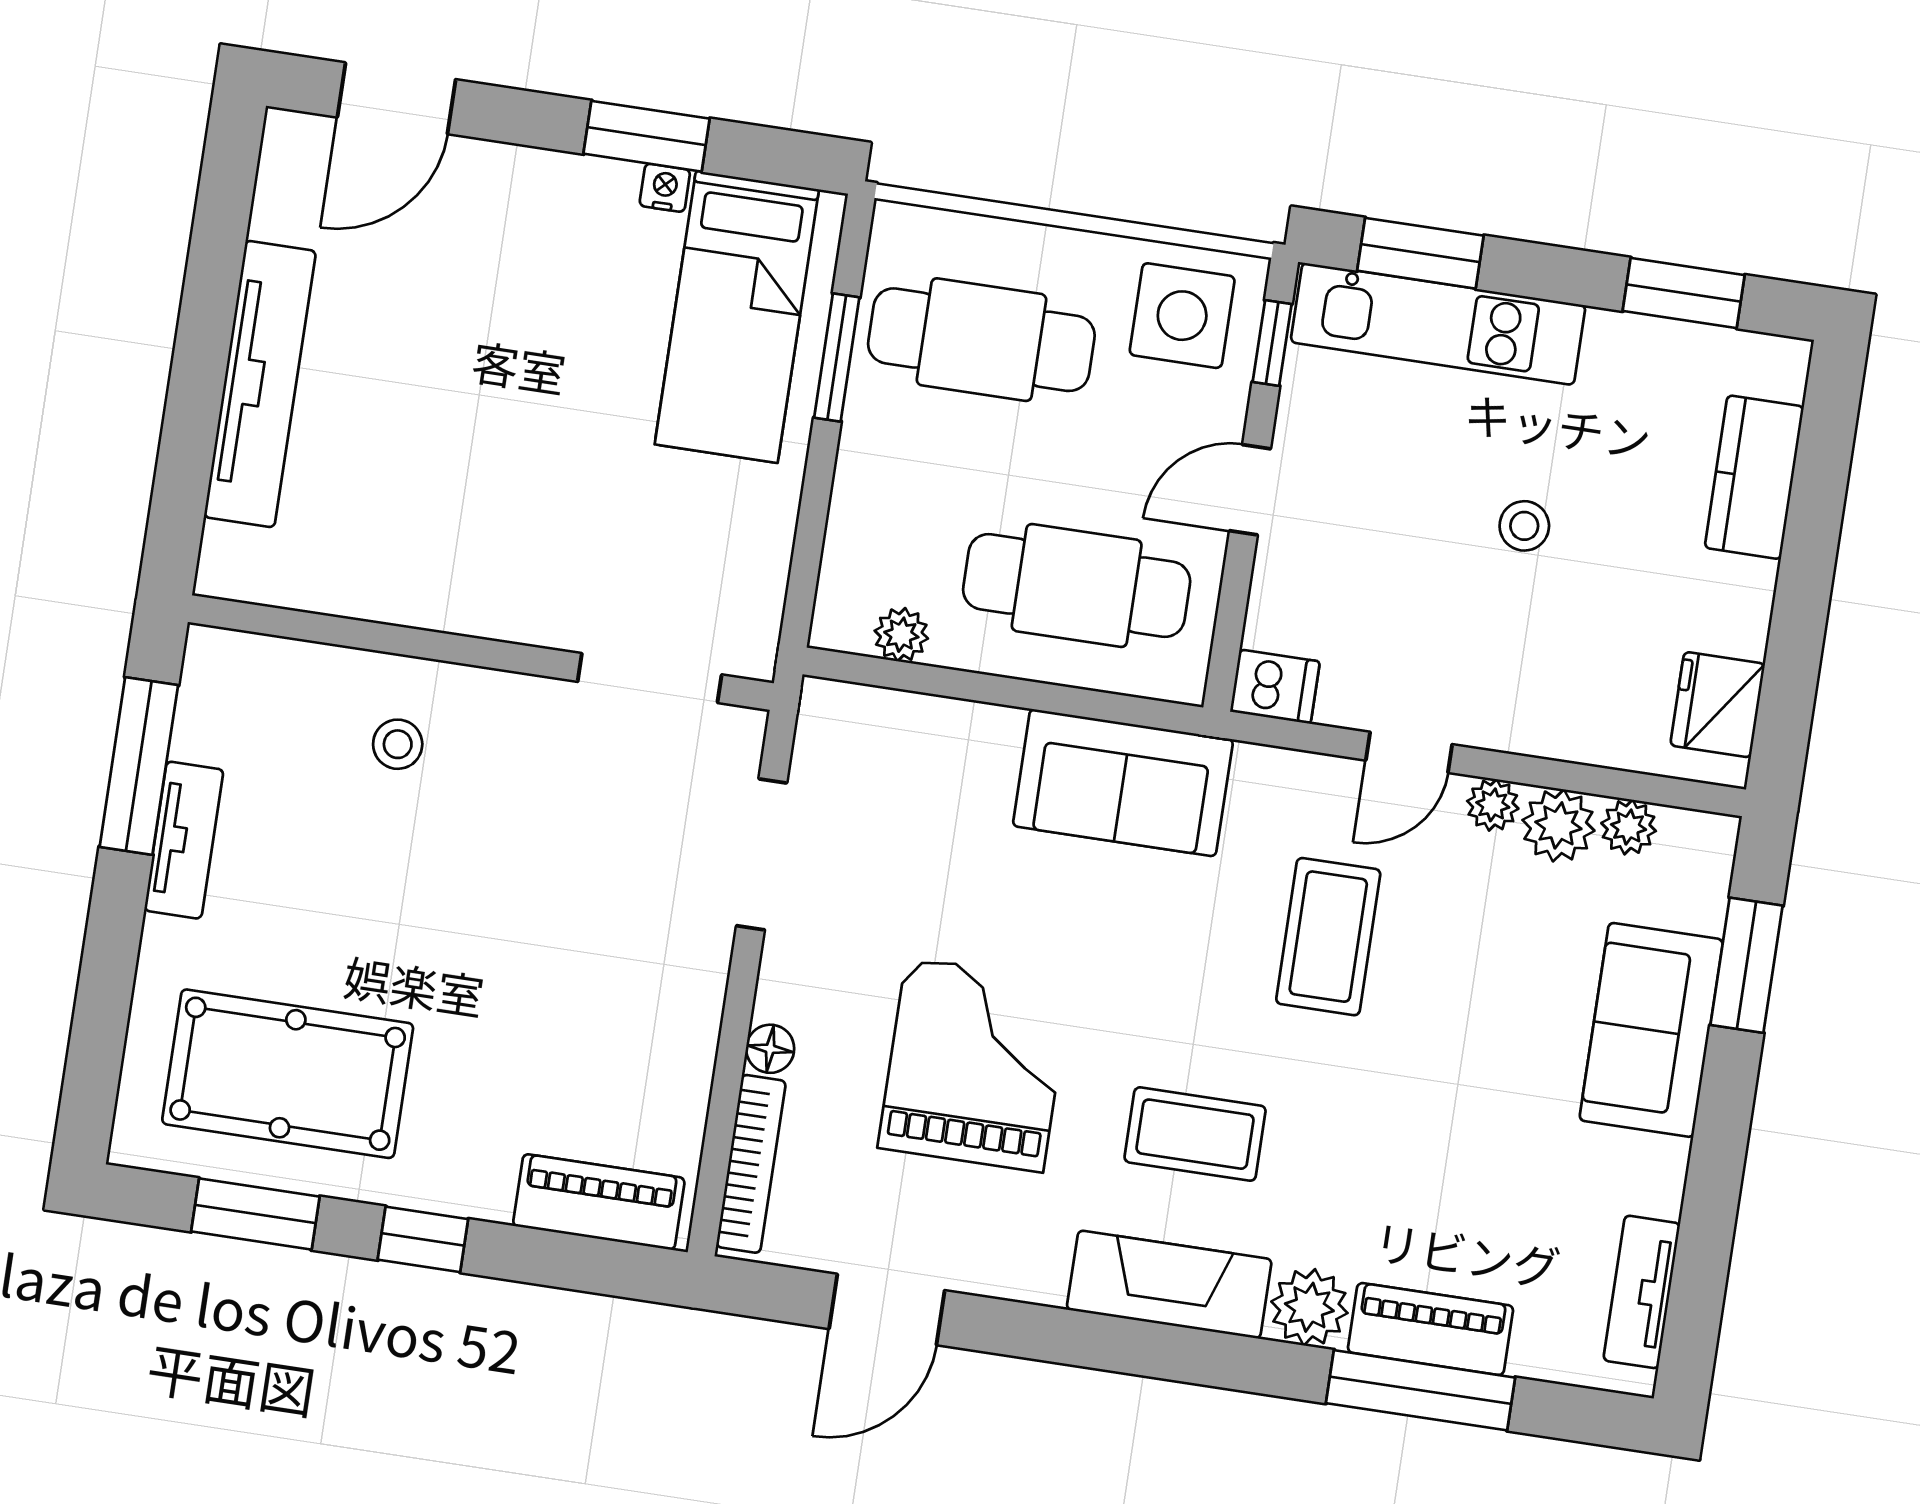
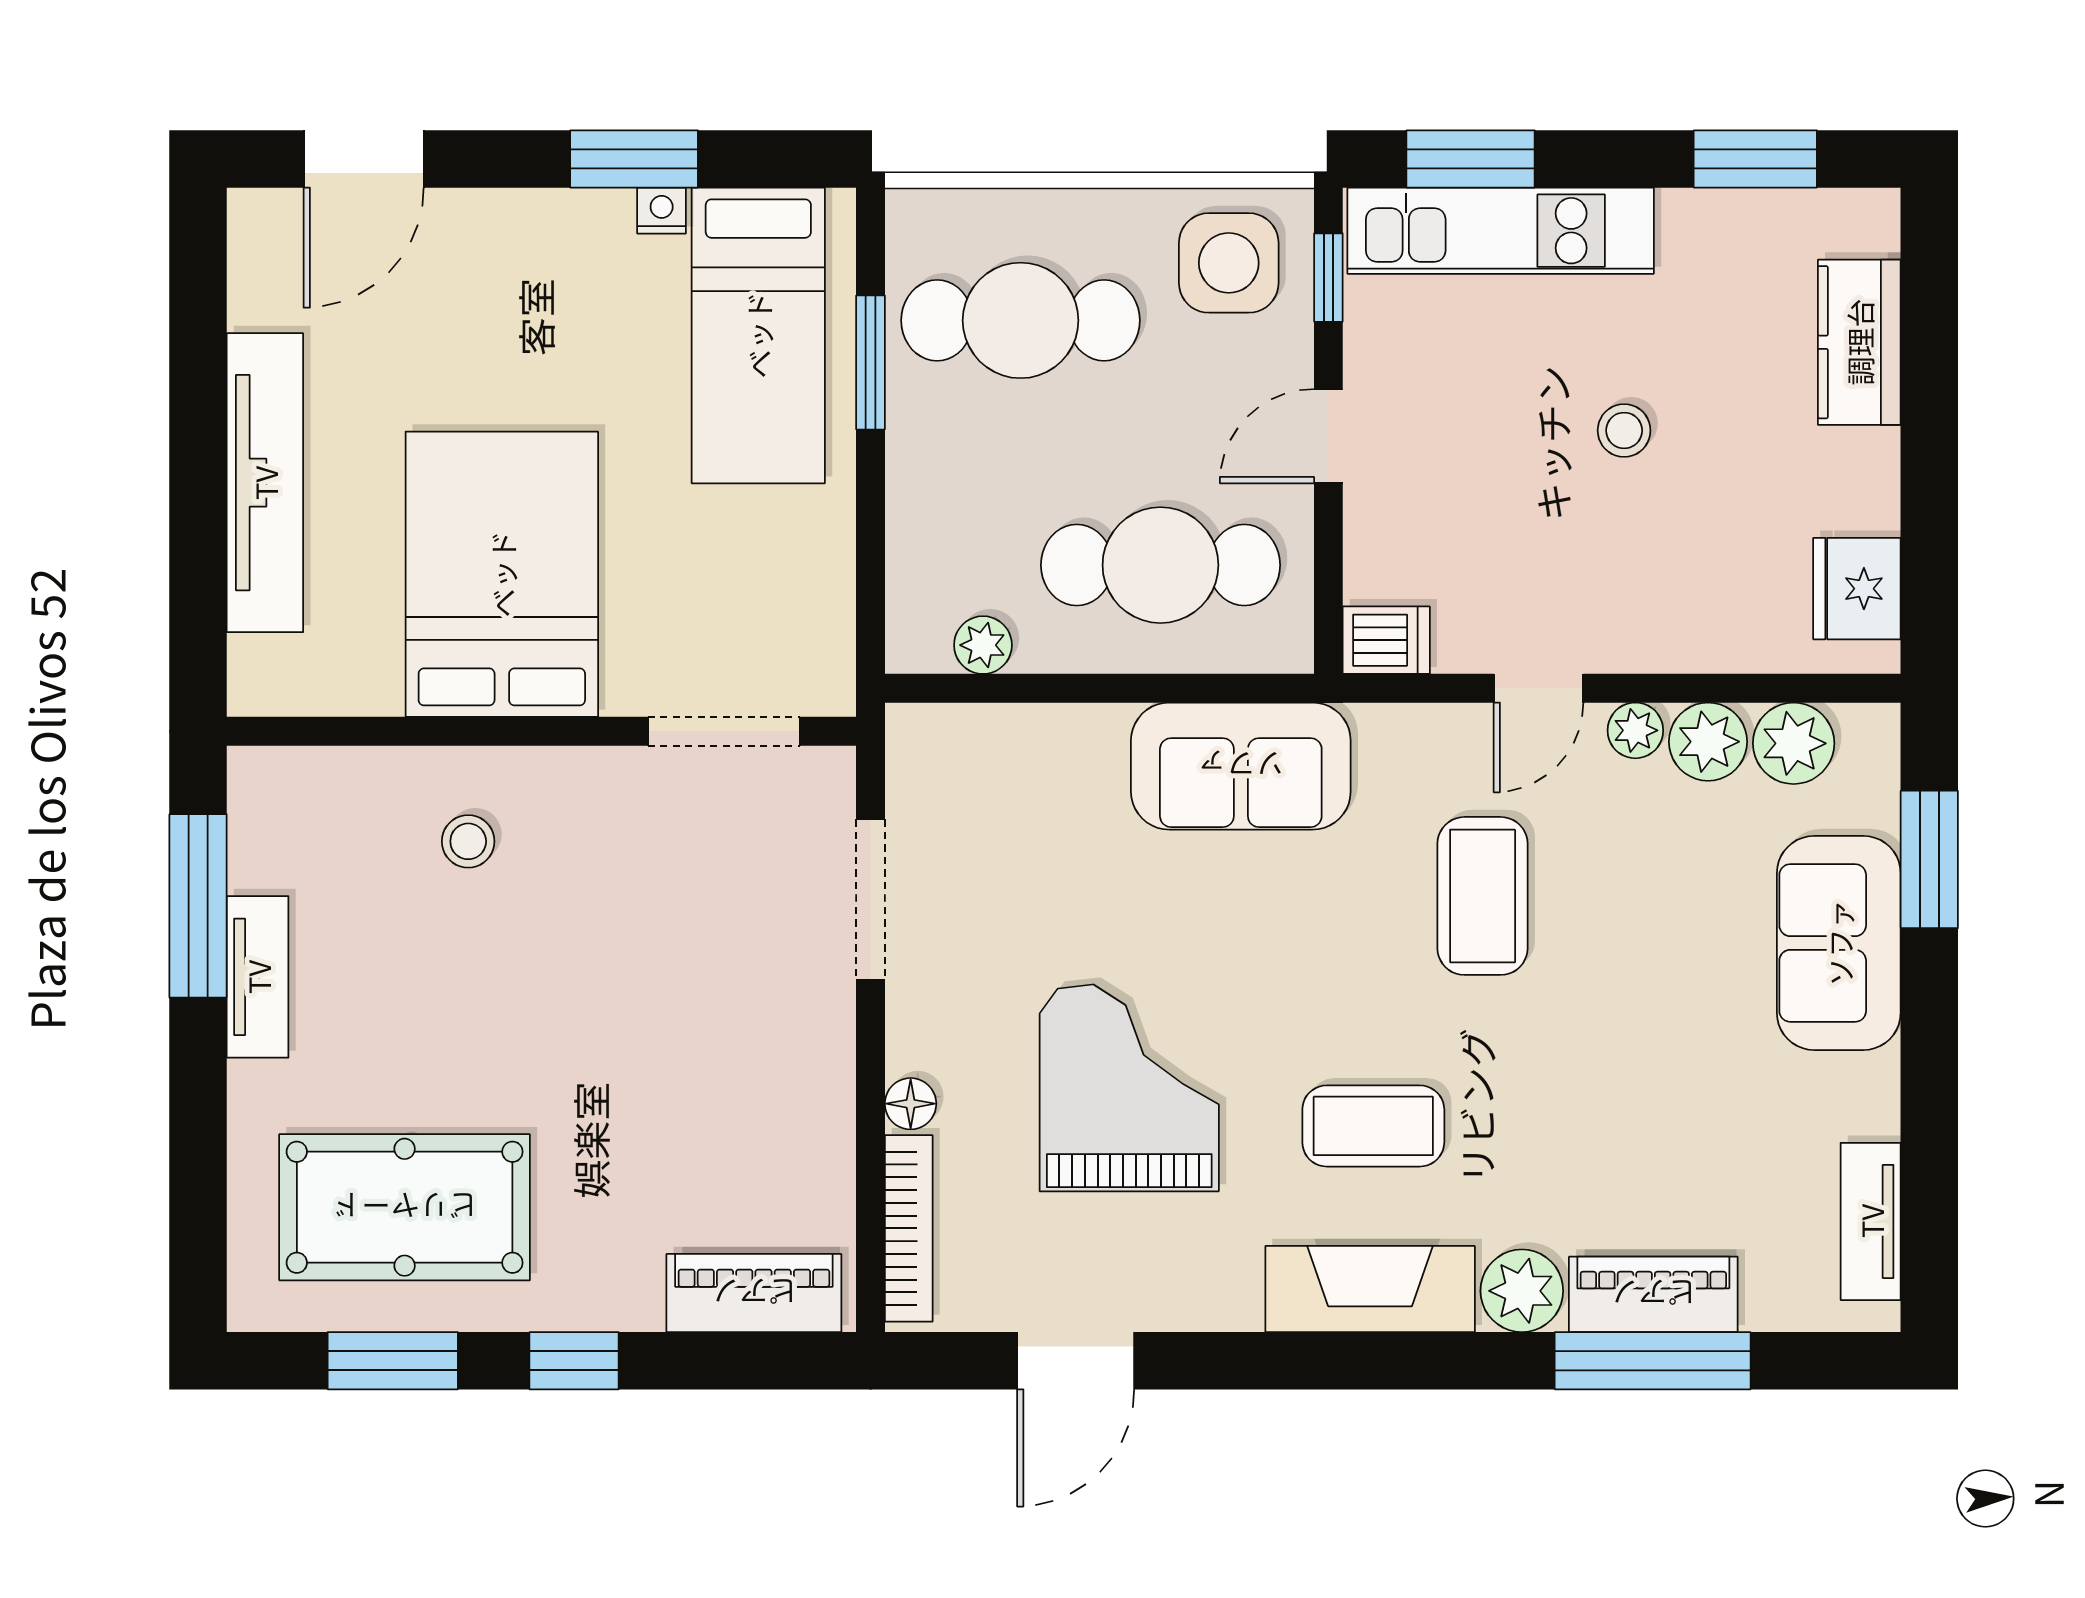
bed: (466, 502) -> (502, 574), added
plant: (1629, 827) -> (1794, 743), width x1.38, depth x1.38

